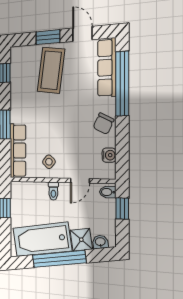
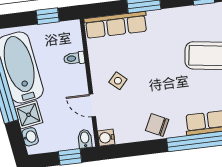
water cooler: (109, 155) -> (106, 138), moved, turned 90
side table: (49, 162) -> (118, 81), moved
toilet: (53, 191) -> (74, 58), moved

